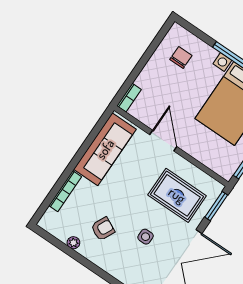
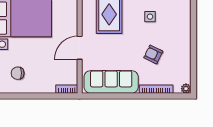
armchair: (103, 229) -> (153, 54), moved
plant: (73, 243) -> (186, 89), moved

